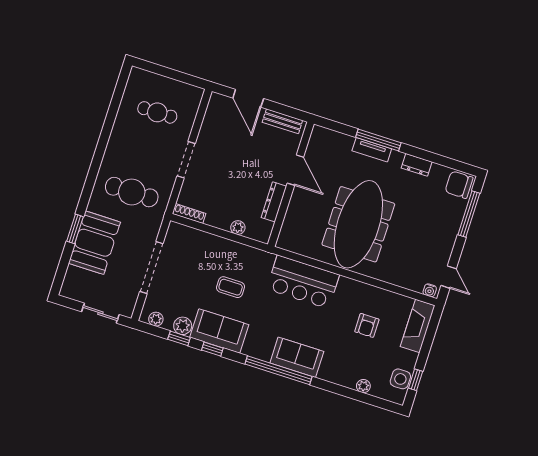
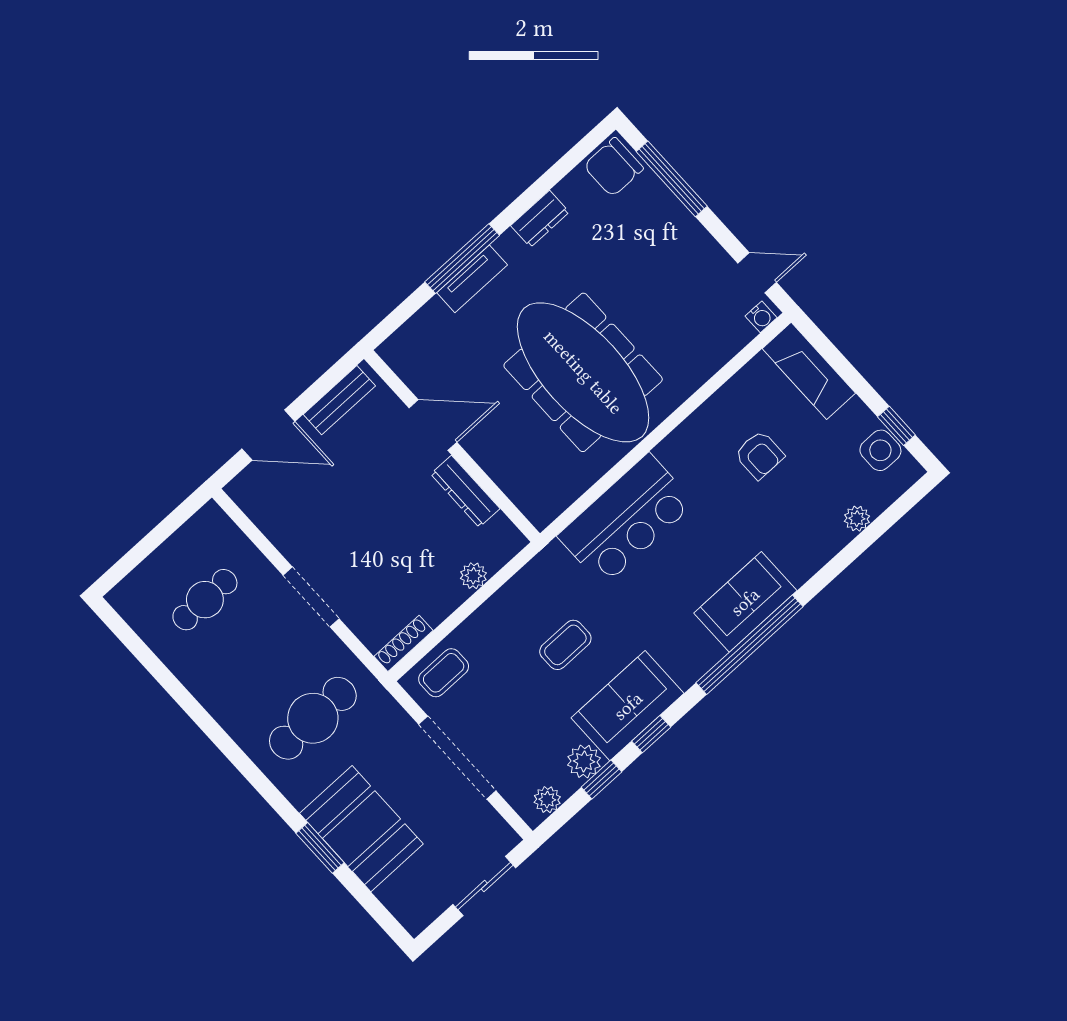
coffee table: (186, 239) -> (444, 673), added

